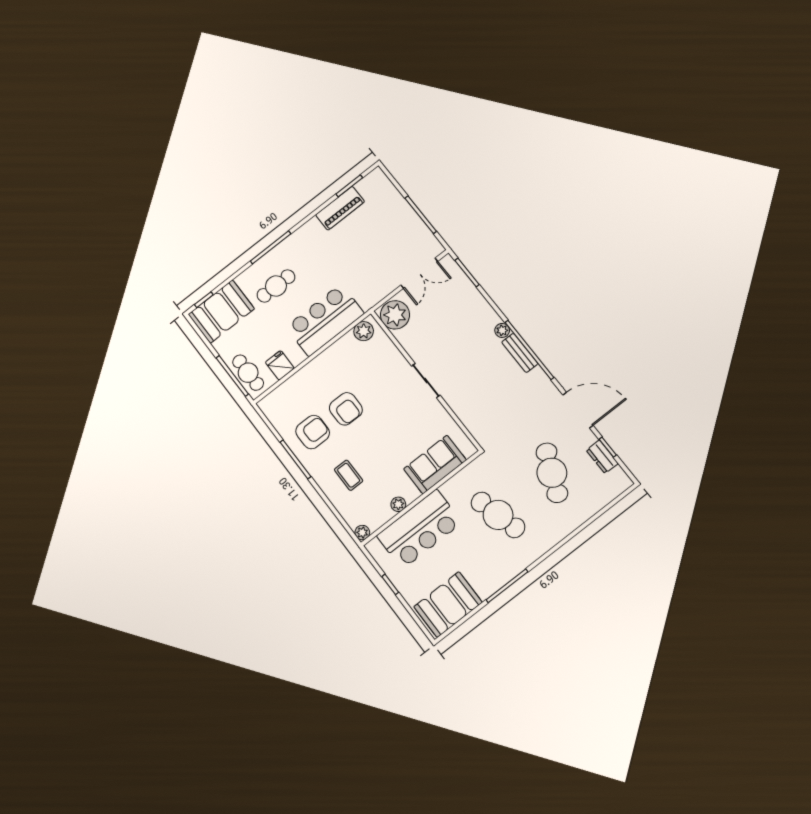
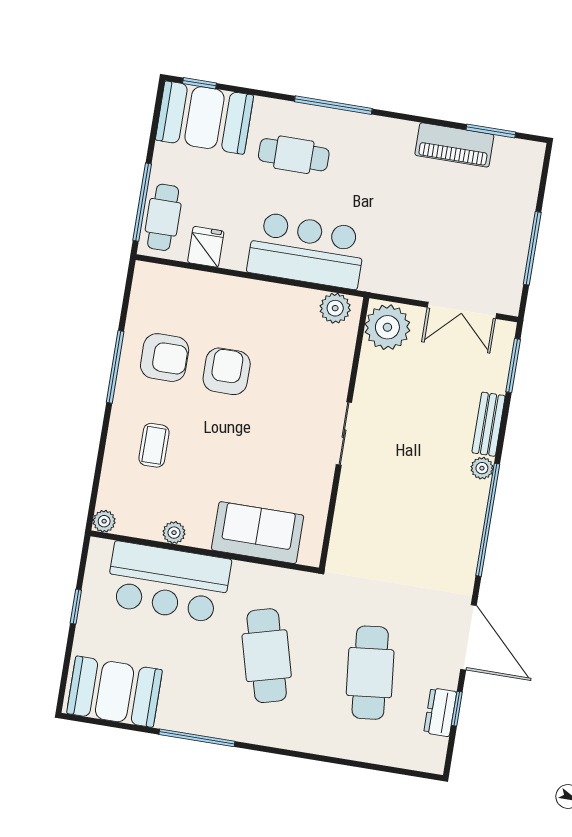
bench: (520, 353) -> (489, 424), moved
armchair: (346, 409) -> (227, 371), turned 180
cafe table: (552, 473) -> (370, 673), turned -30

